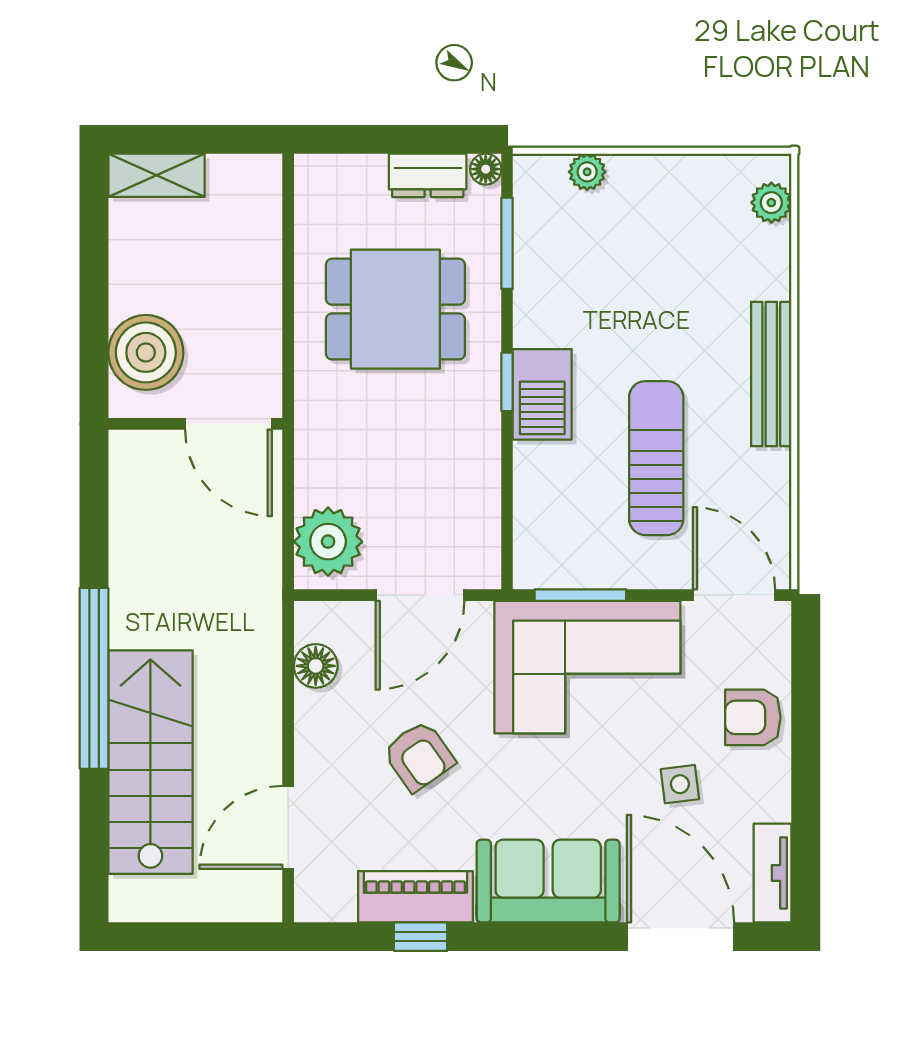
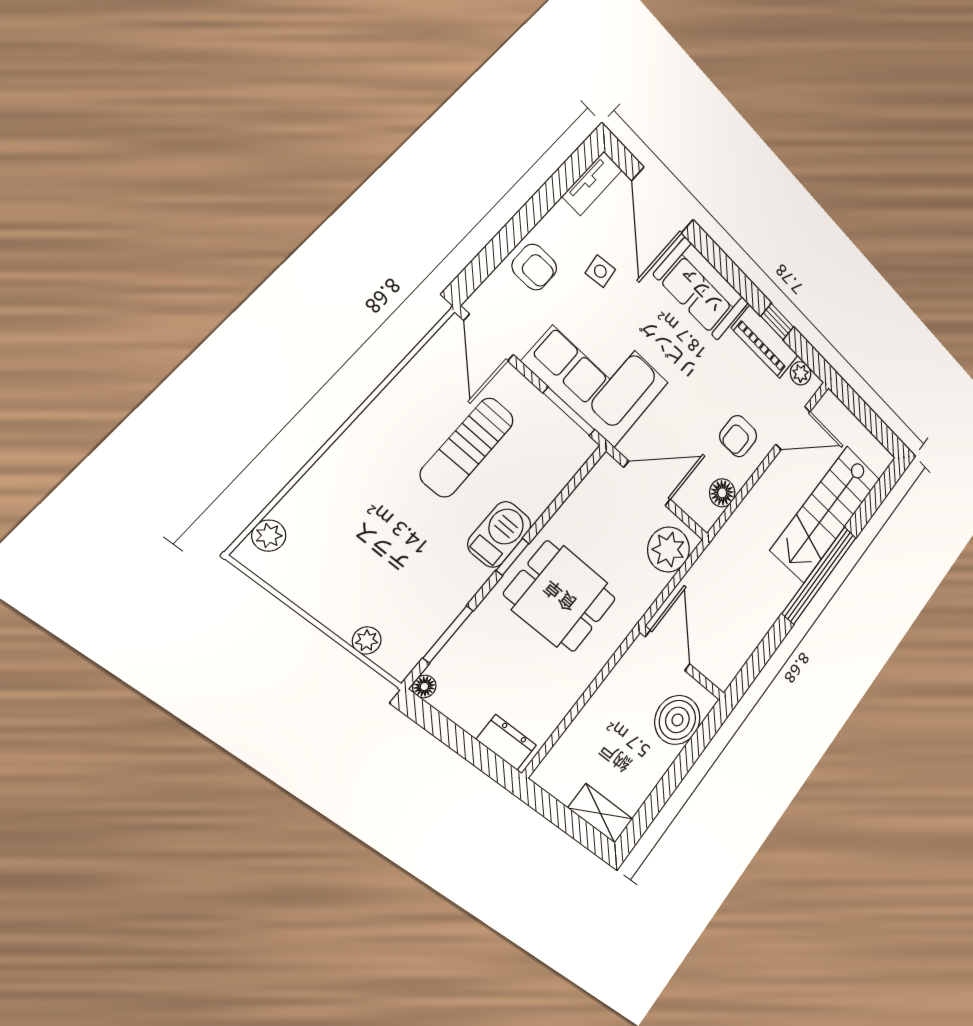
dresser: (428, 175) -> (506, 742), moved
dining table: (395, 309) -> (560, 596), moved
bench: (771, 374) -> (360, 437), removed
armchair: (419, 756) -> (738, 436), moved, turned -145
plant: (336, 904) -> (801, 373), added

